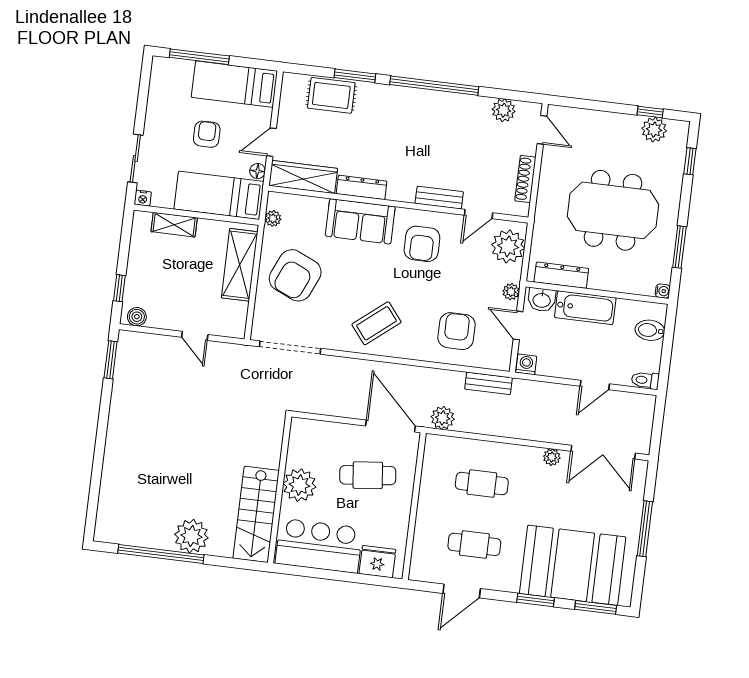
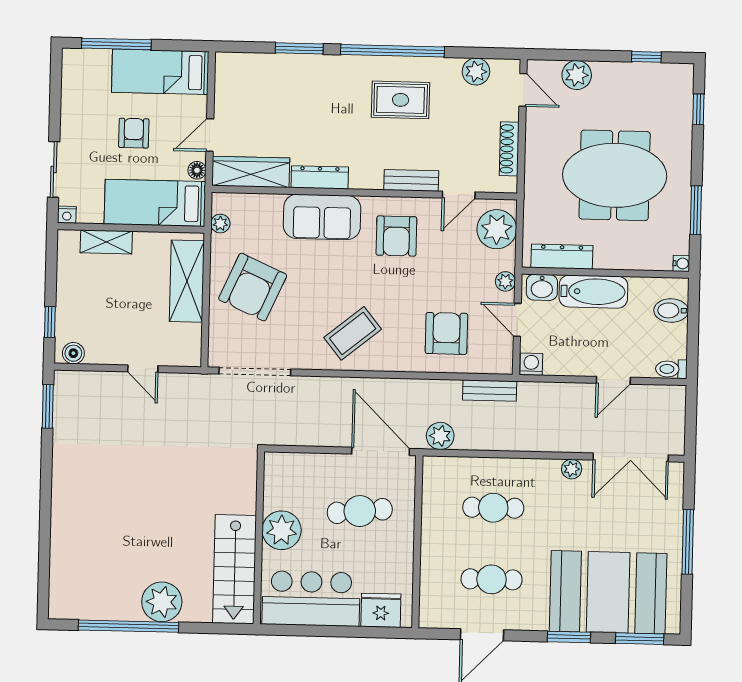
rug: (331, 95) -> (401, 100), moved
plant: (654, 130) -> (577, 75), moved

